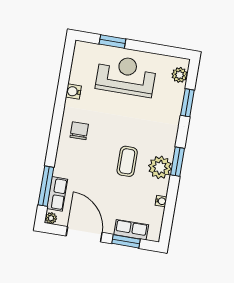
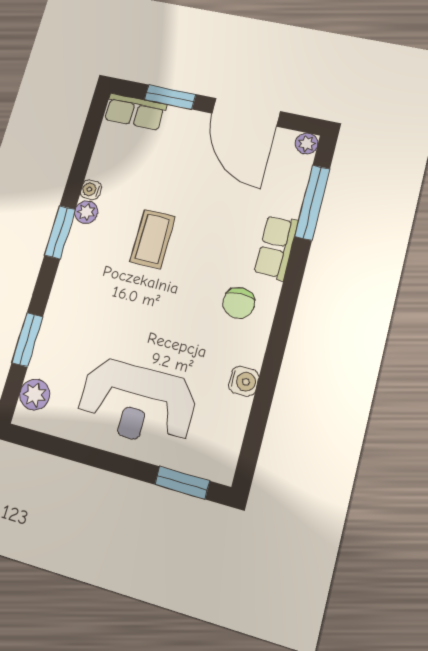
window: (112, 41) -> (182, 483), moved
plant: (160, 167) -> (86, 212), width x0.53, depth x0.53
row of seats: (57, 194) -> (276, 247), moved
water cooler: (161, 201) -> (91, 190), moved
row of seats: (131, 230) -> (135, 112), moved

